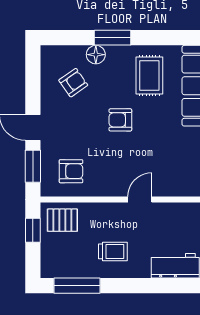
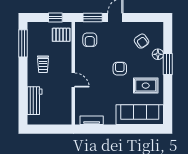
pallet: (62, 220) -> (61, 35), turned 90

